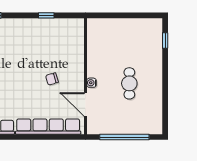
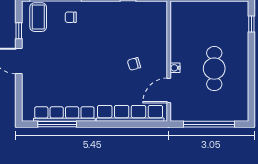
cafe table: (129, 83) -> (214, 69), width x1.37, depth x1.35
door: (85, 105) -> (169, 90), hinge flipped

